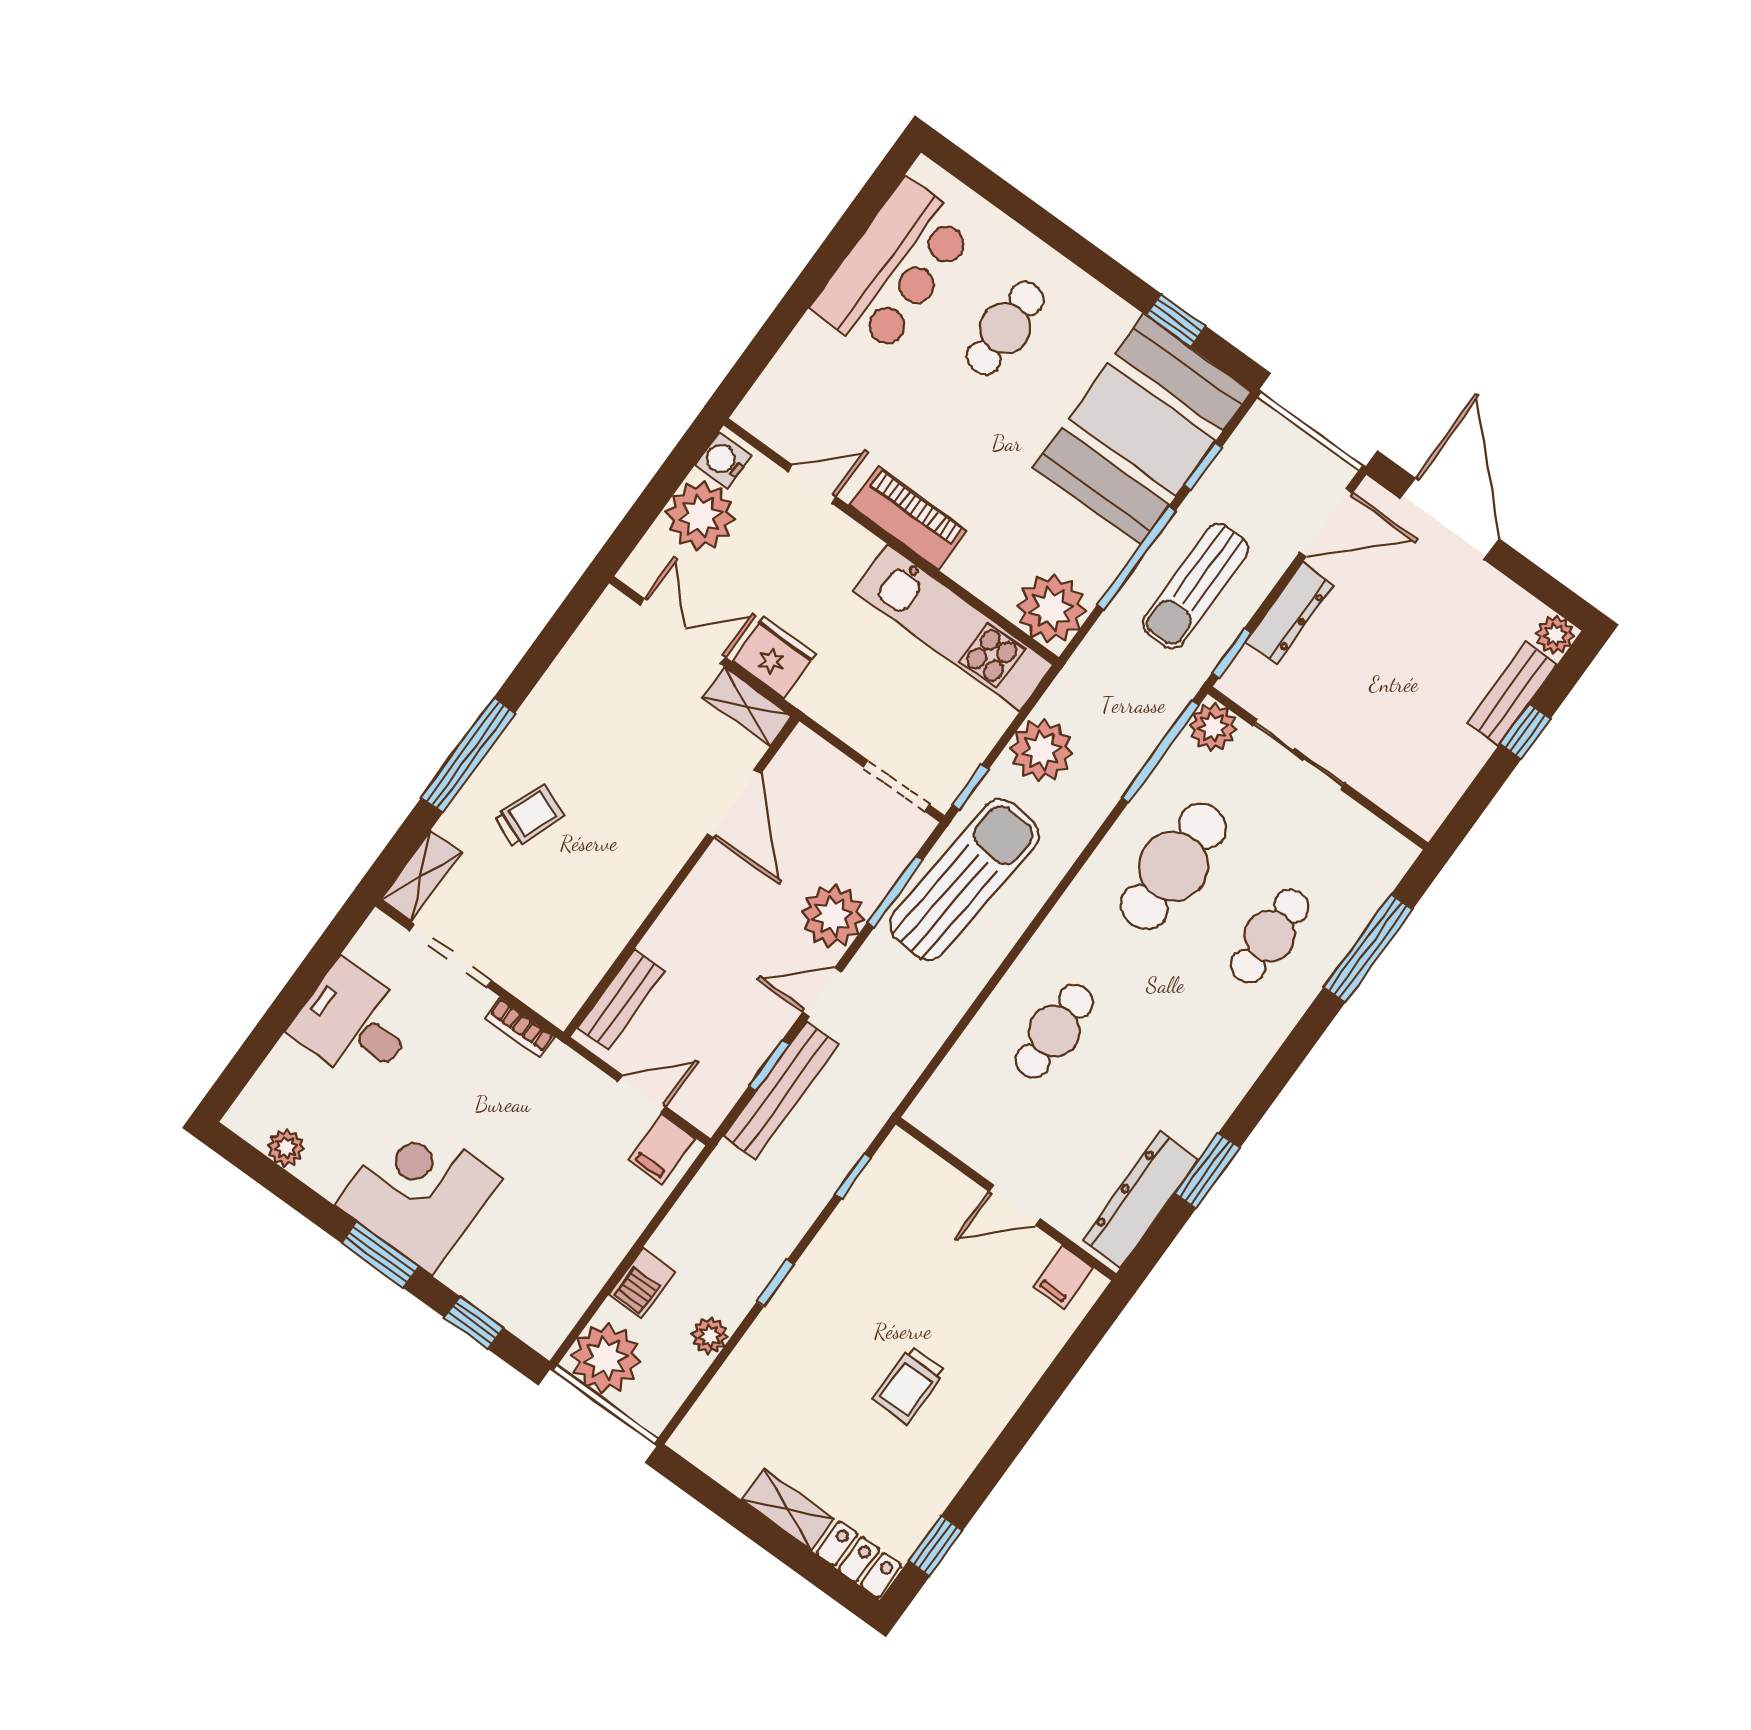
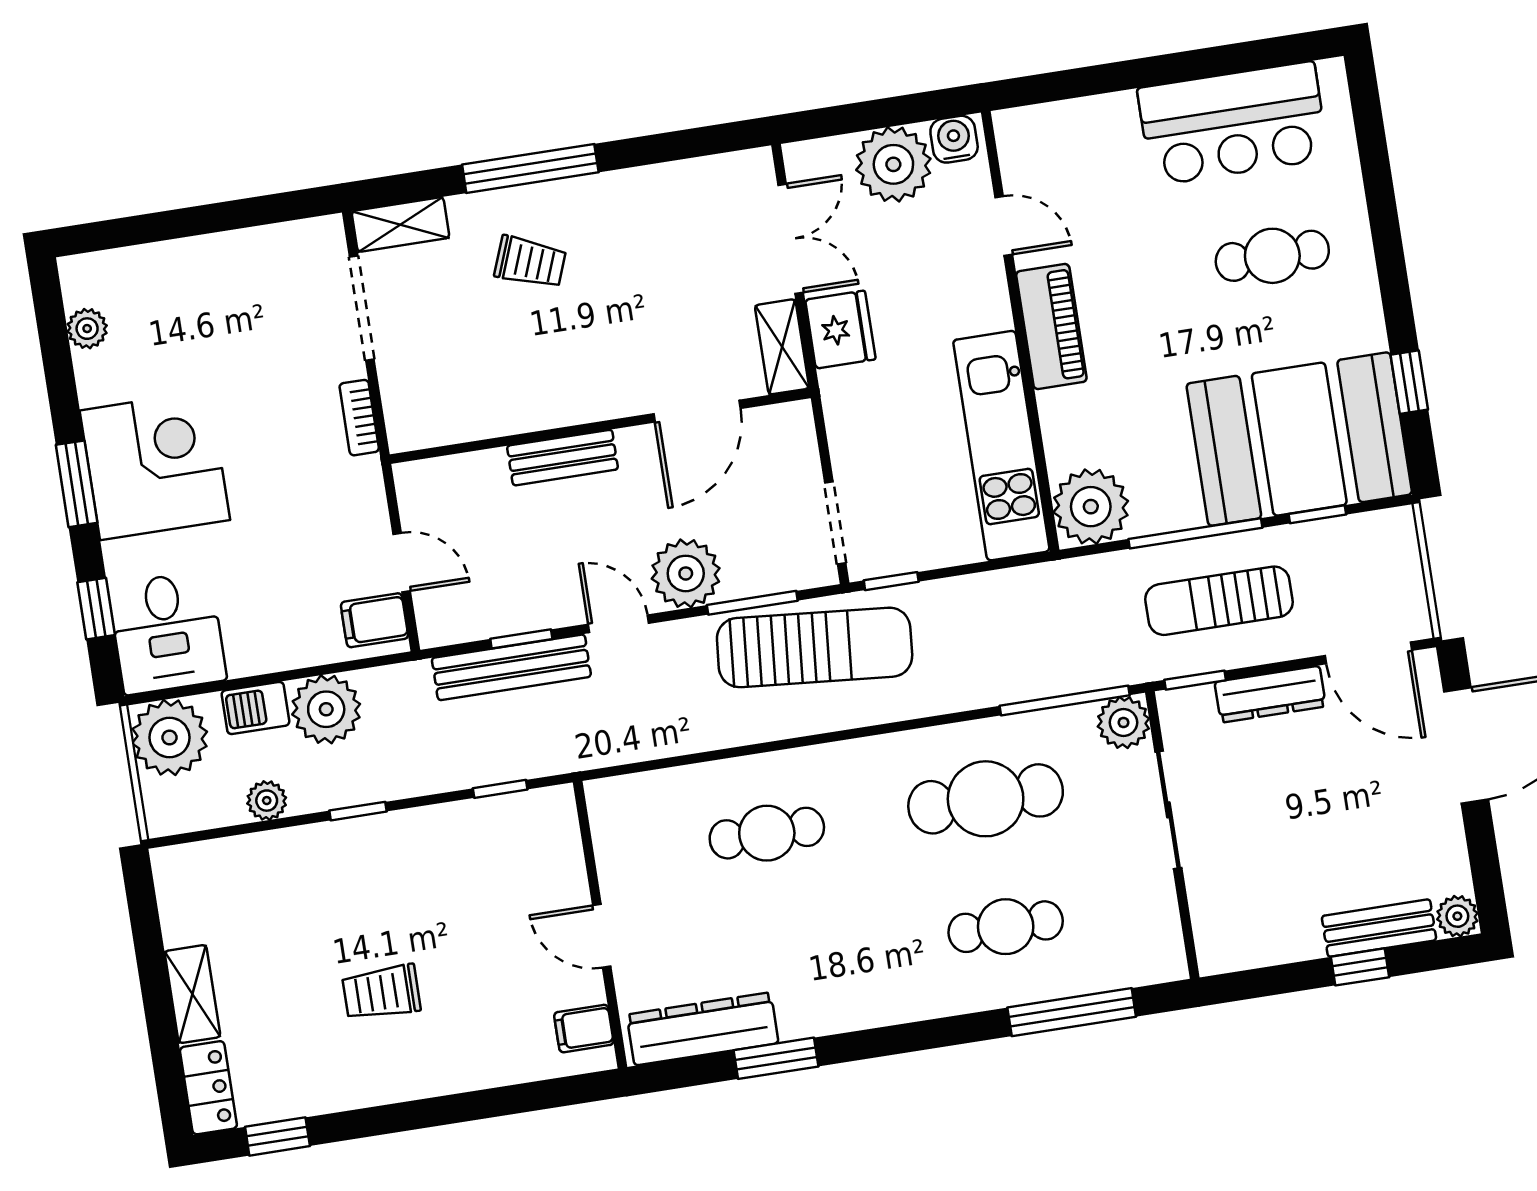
plant: (1042, 750) -> (326, 709), moved
bench: (621, 999) -> (562, 458), moved
desk: (354, 1024) -> (167, 633), moved, turned 180

